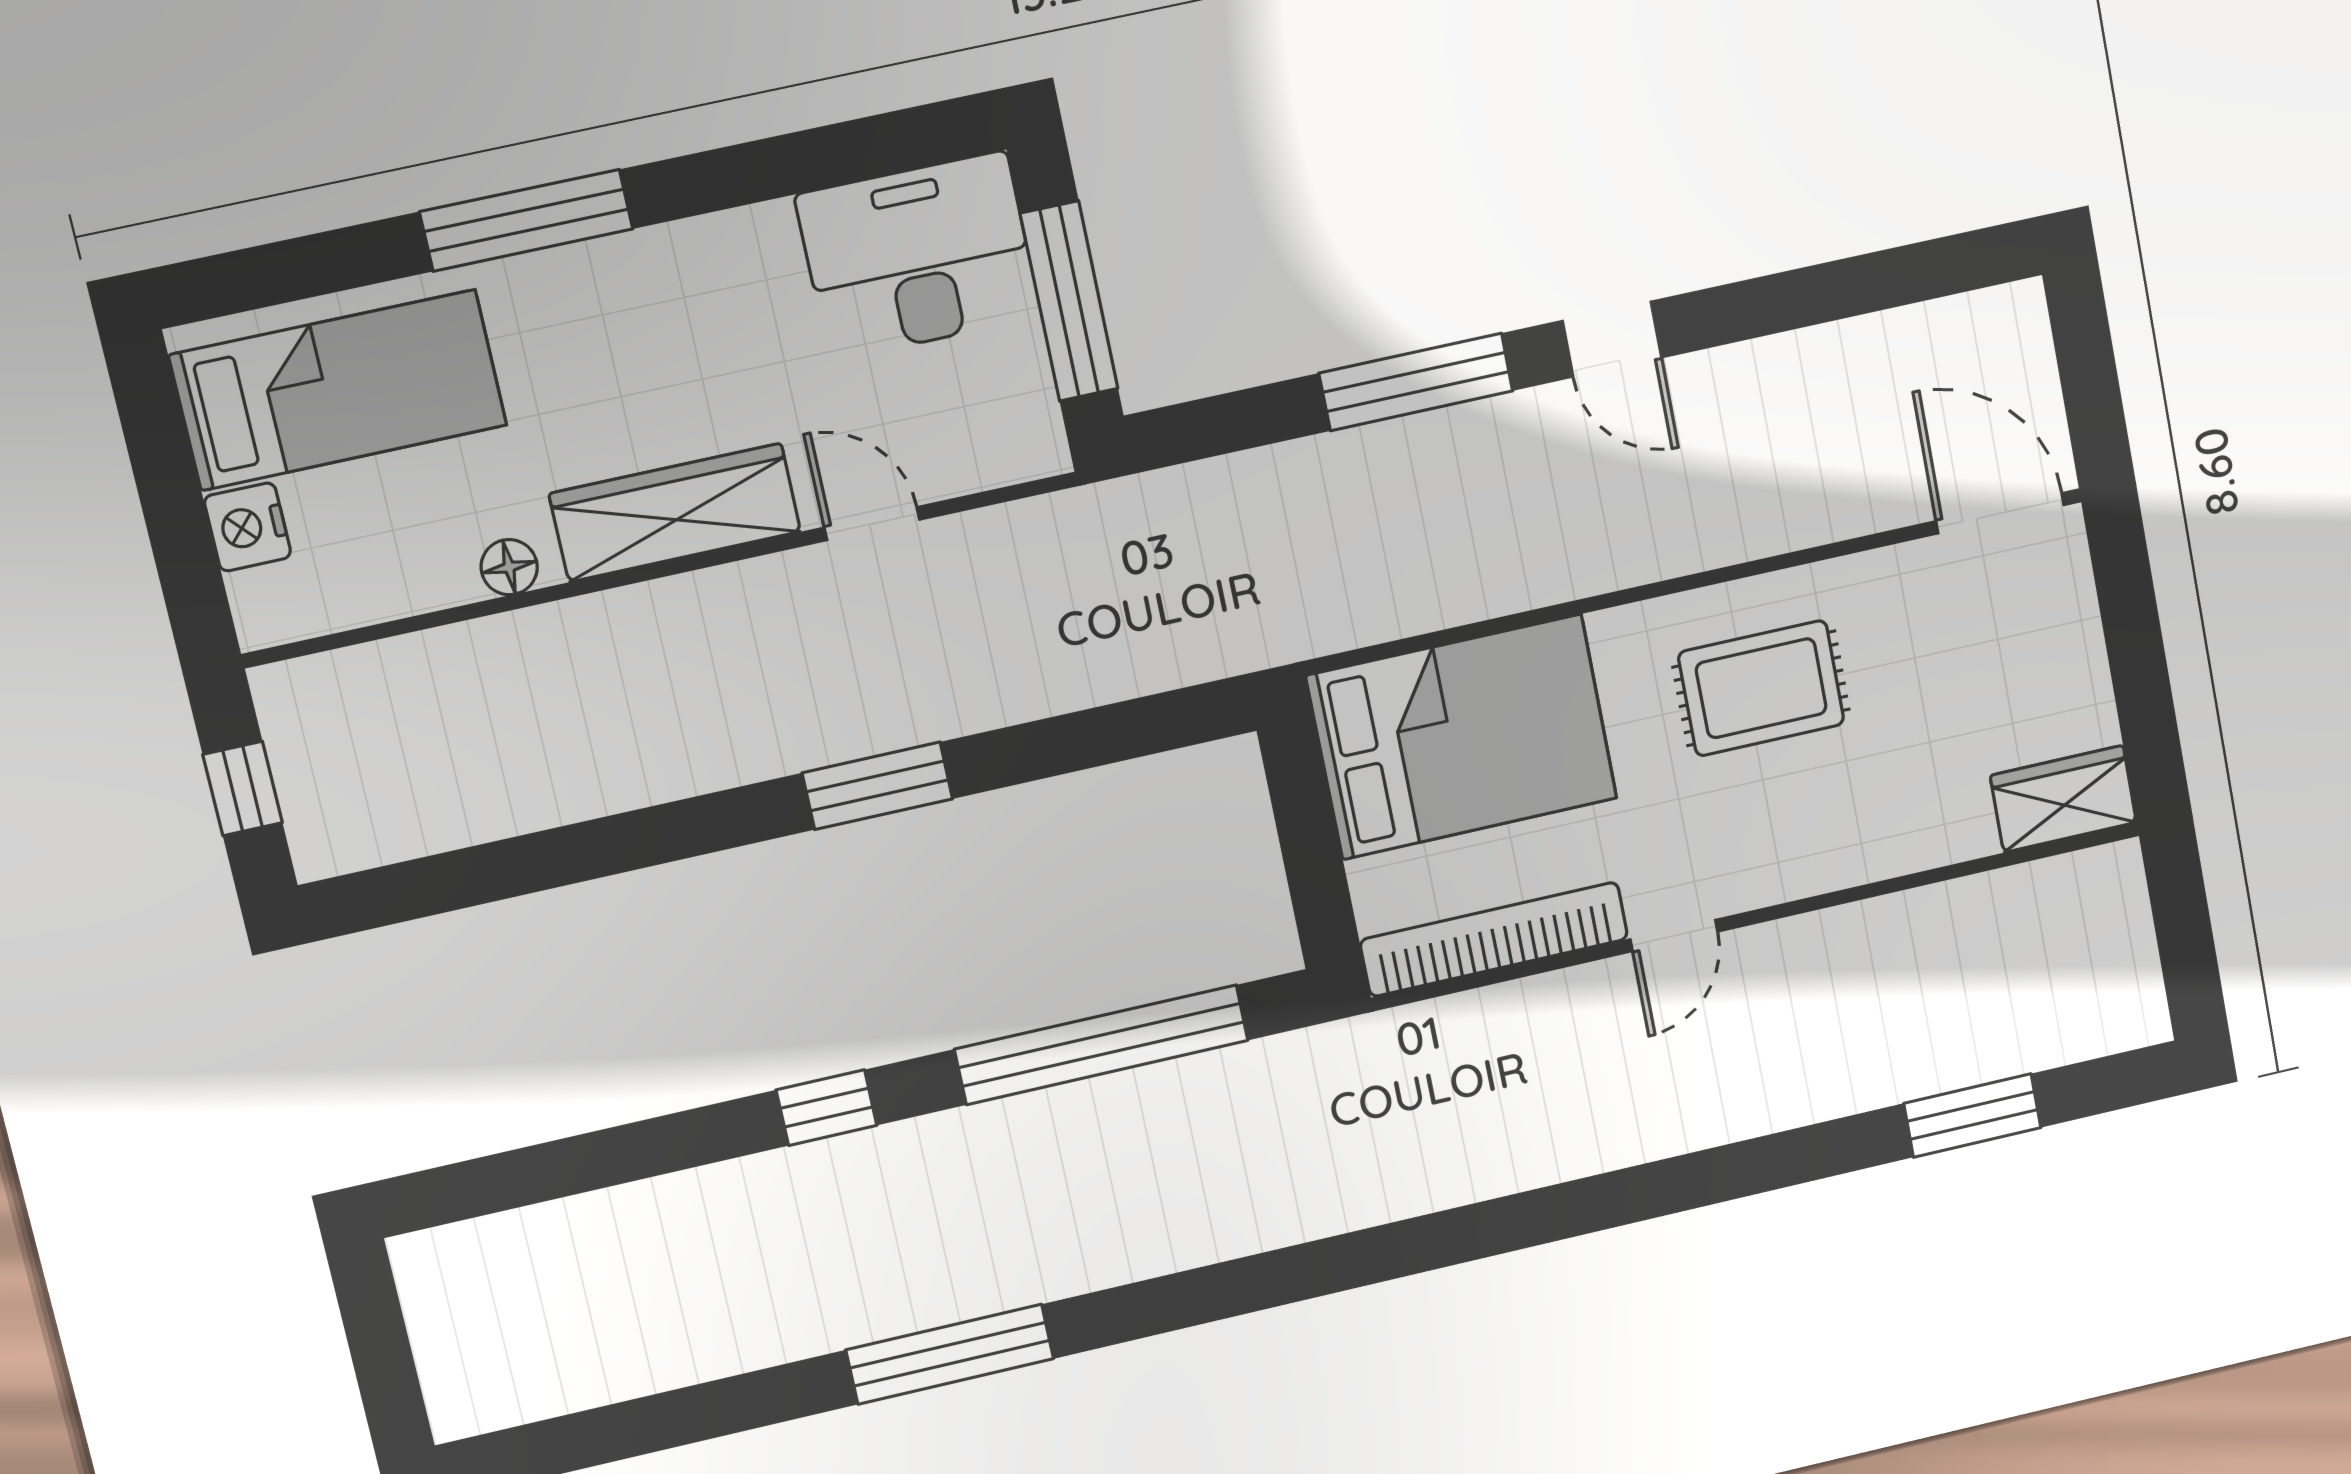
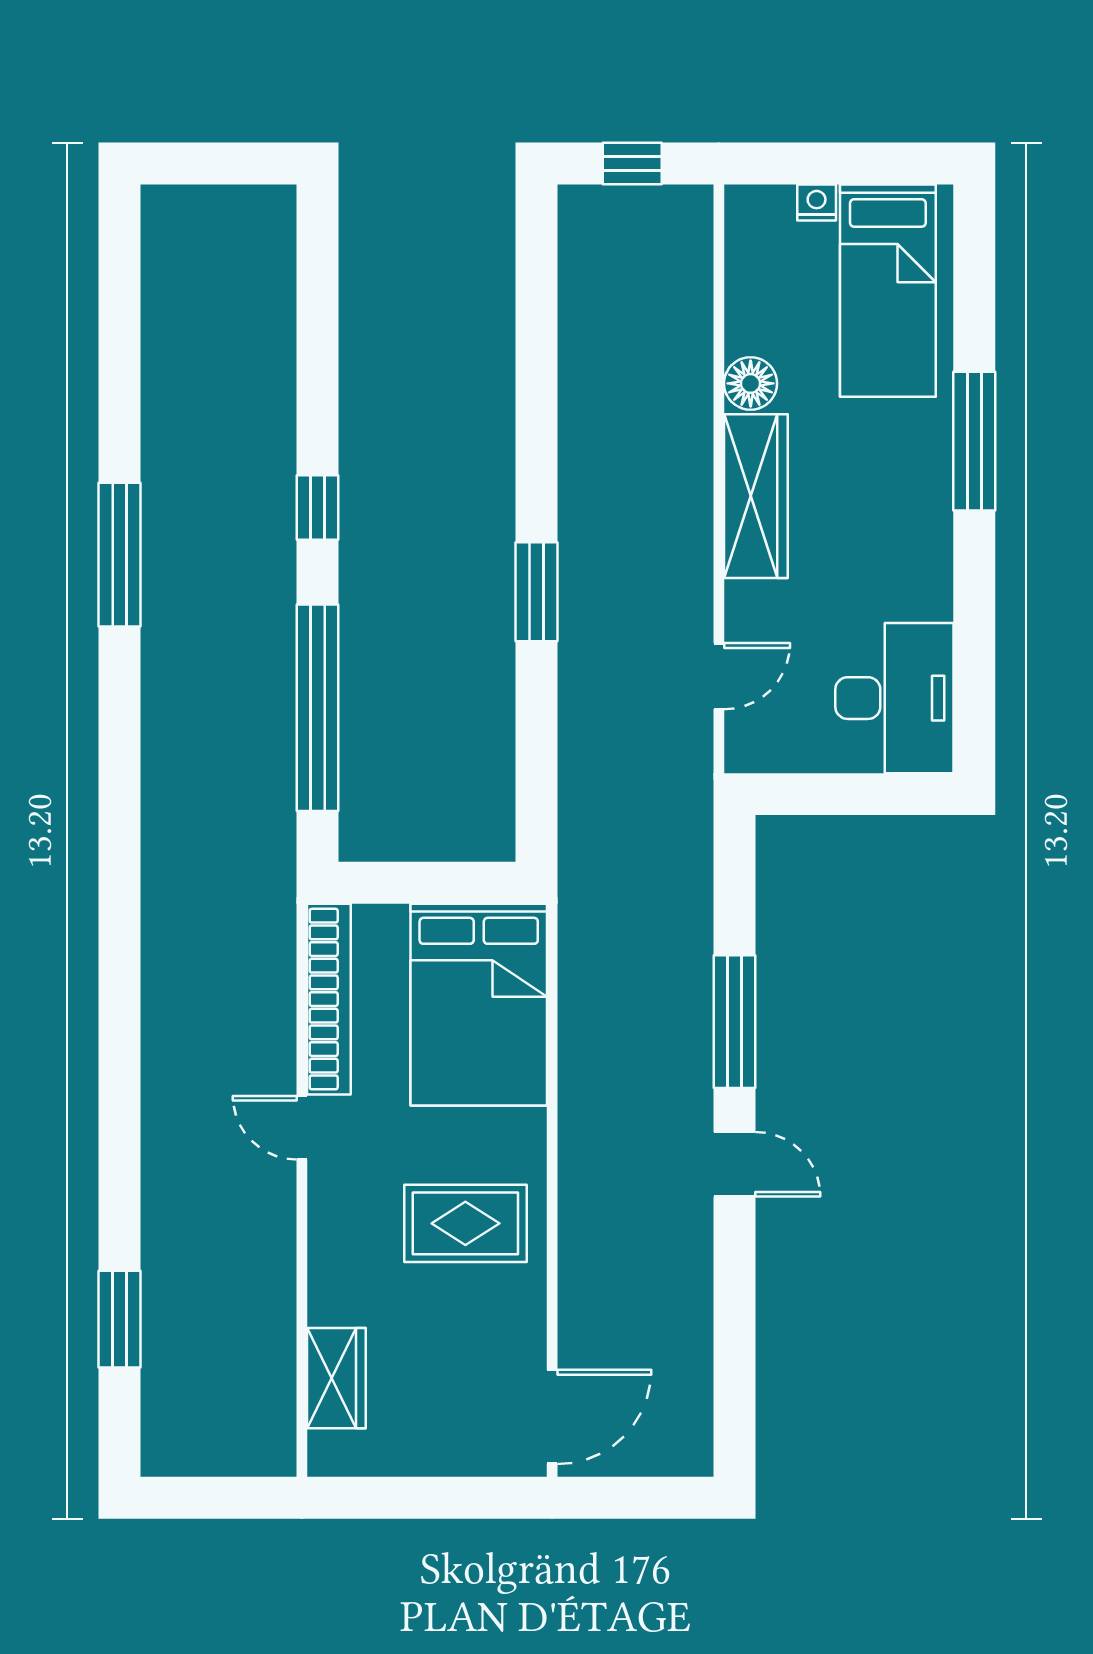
window: (1069, 301) -> (842, 794), removed
door: (1612, 339) -> (735, 1164), swing flipped
door: (872, 524) -> (719, 676), moved
nightstand: (247, 527) -> (817, 203), width x0.72, depth x0.74
floor lamp: (509, 567) -> (751, 383), width x1.37, depth x1.37
rug: (1761, 688) -> (465, 1223), turned 90
wardrobe: (2063, 799) -> (336, 1378), moved

